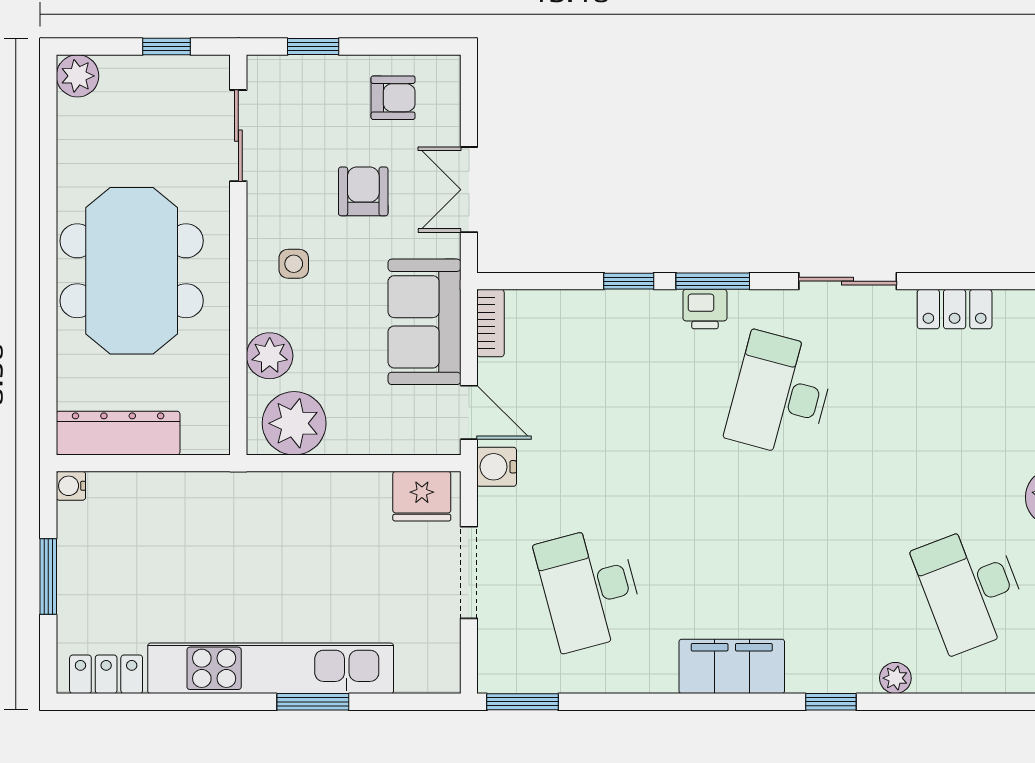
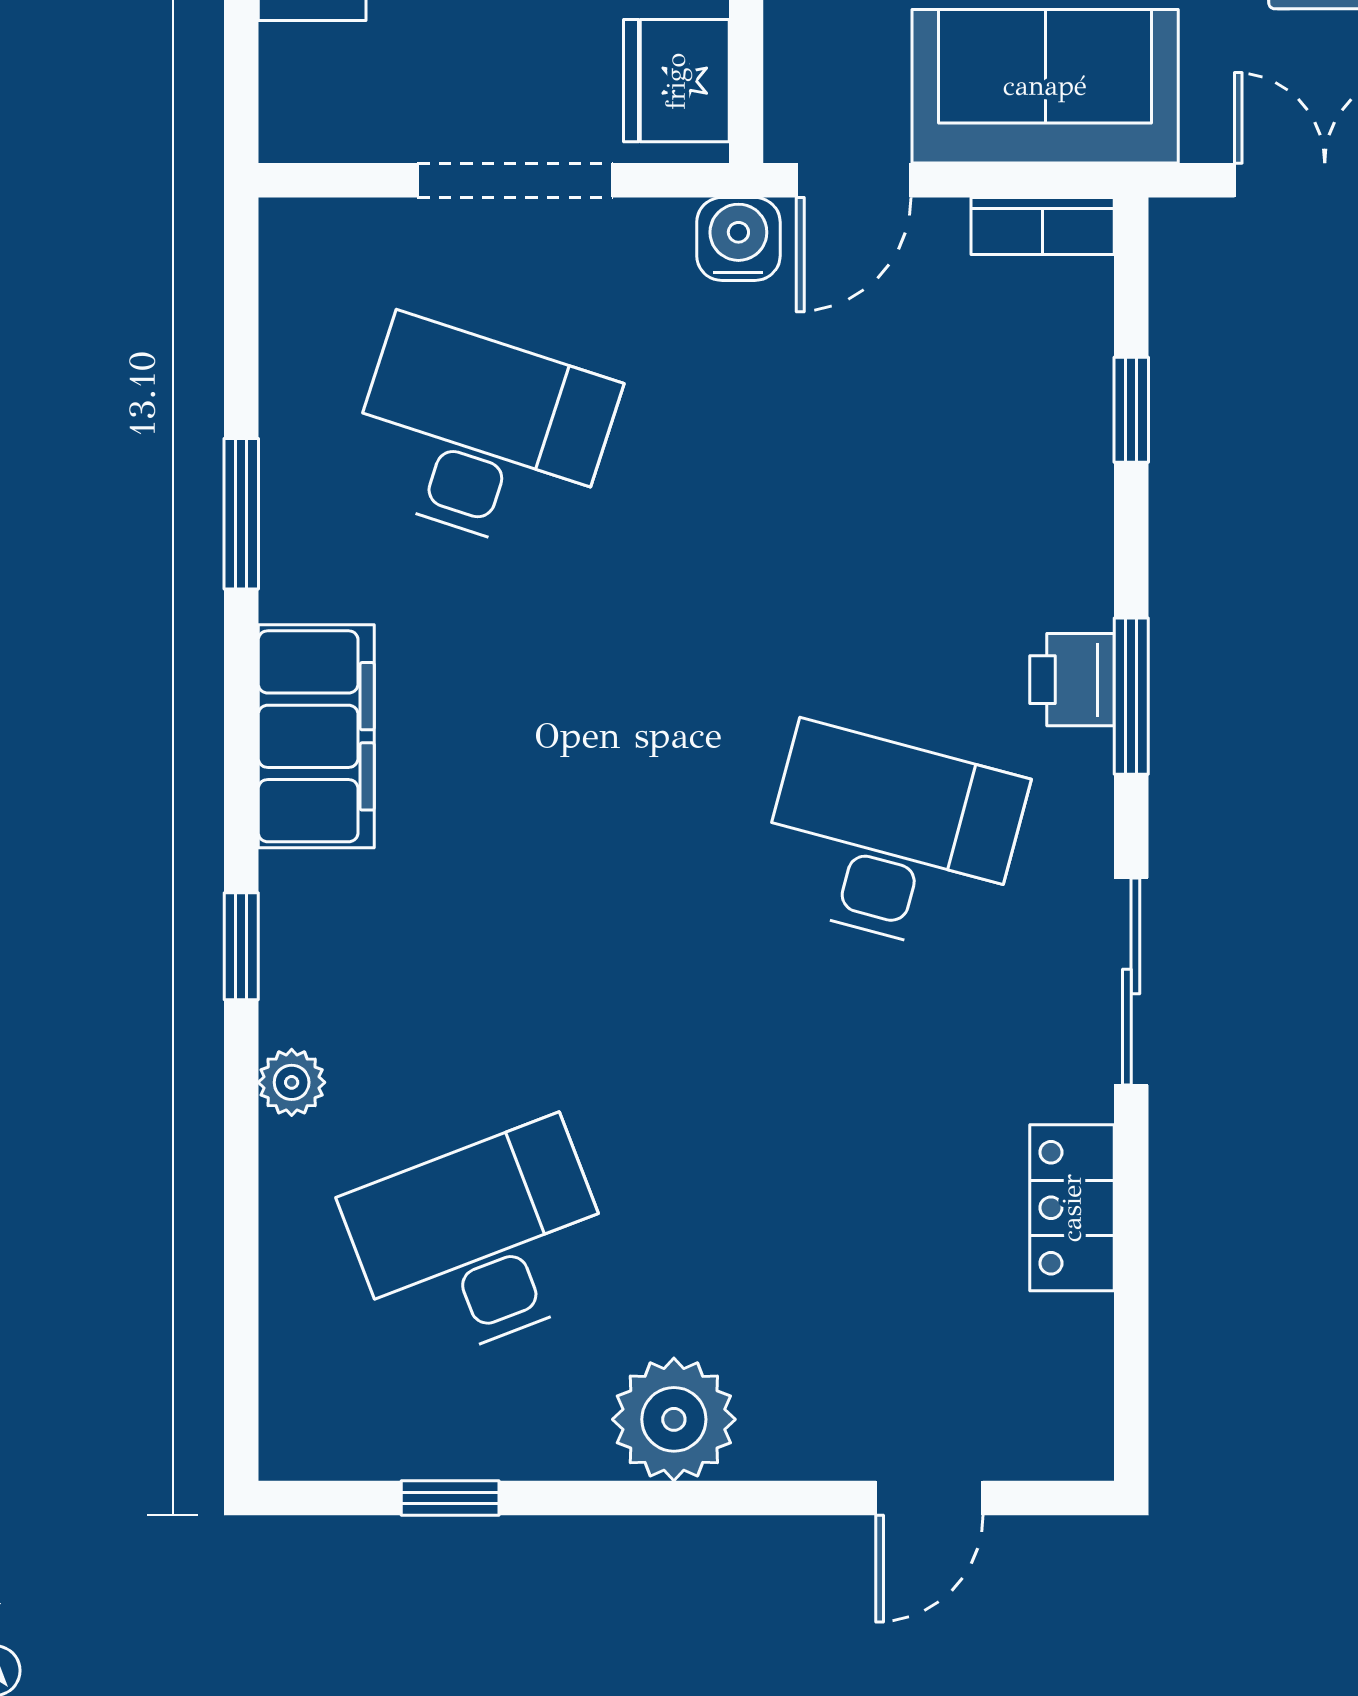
window: (629, 281) -> (1131, 410), moved
desk: (590, 588) -> (481, 436), turned 33
window: (523, 702) -> (241, 514), moved

